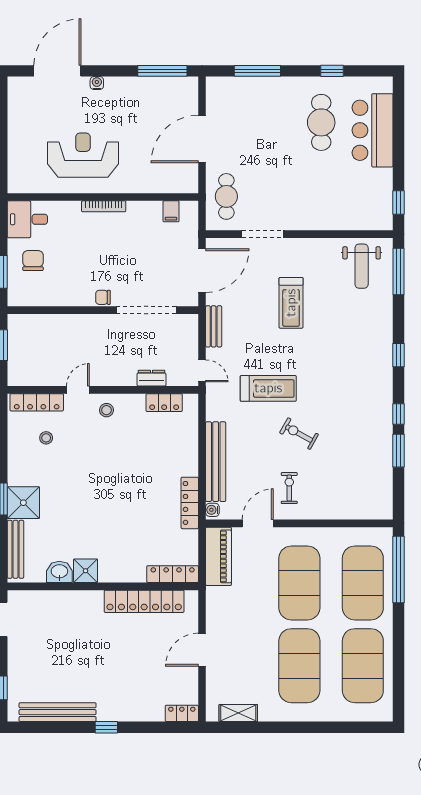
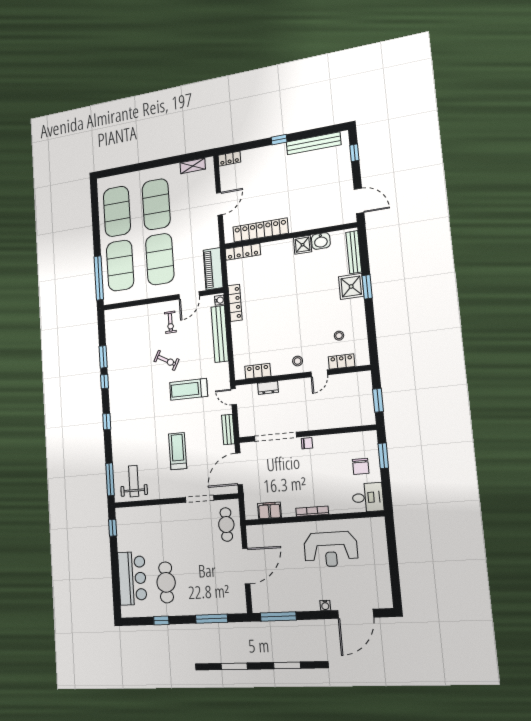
filing cabinet: (171, 211) -> (269, 510), width x2.00
locker: (37, 402) -> (341, 362), width x0.66

